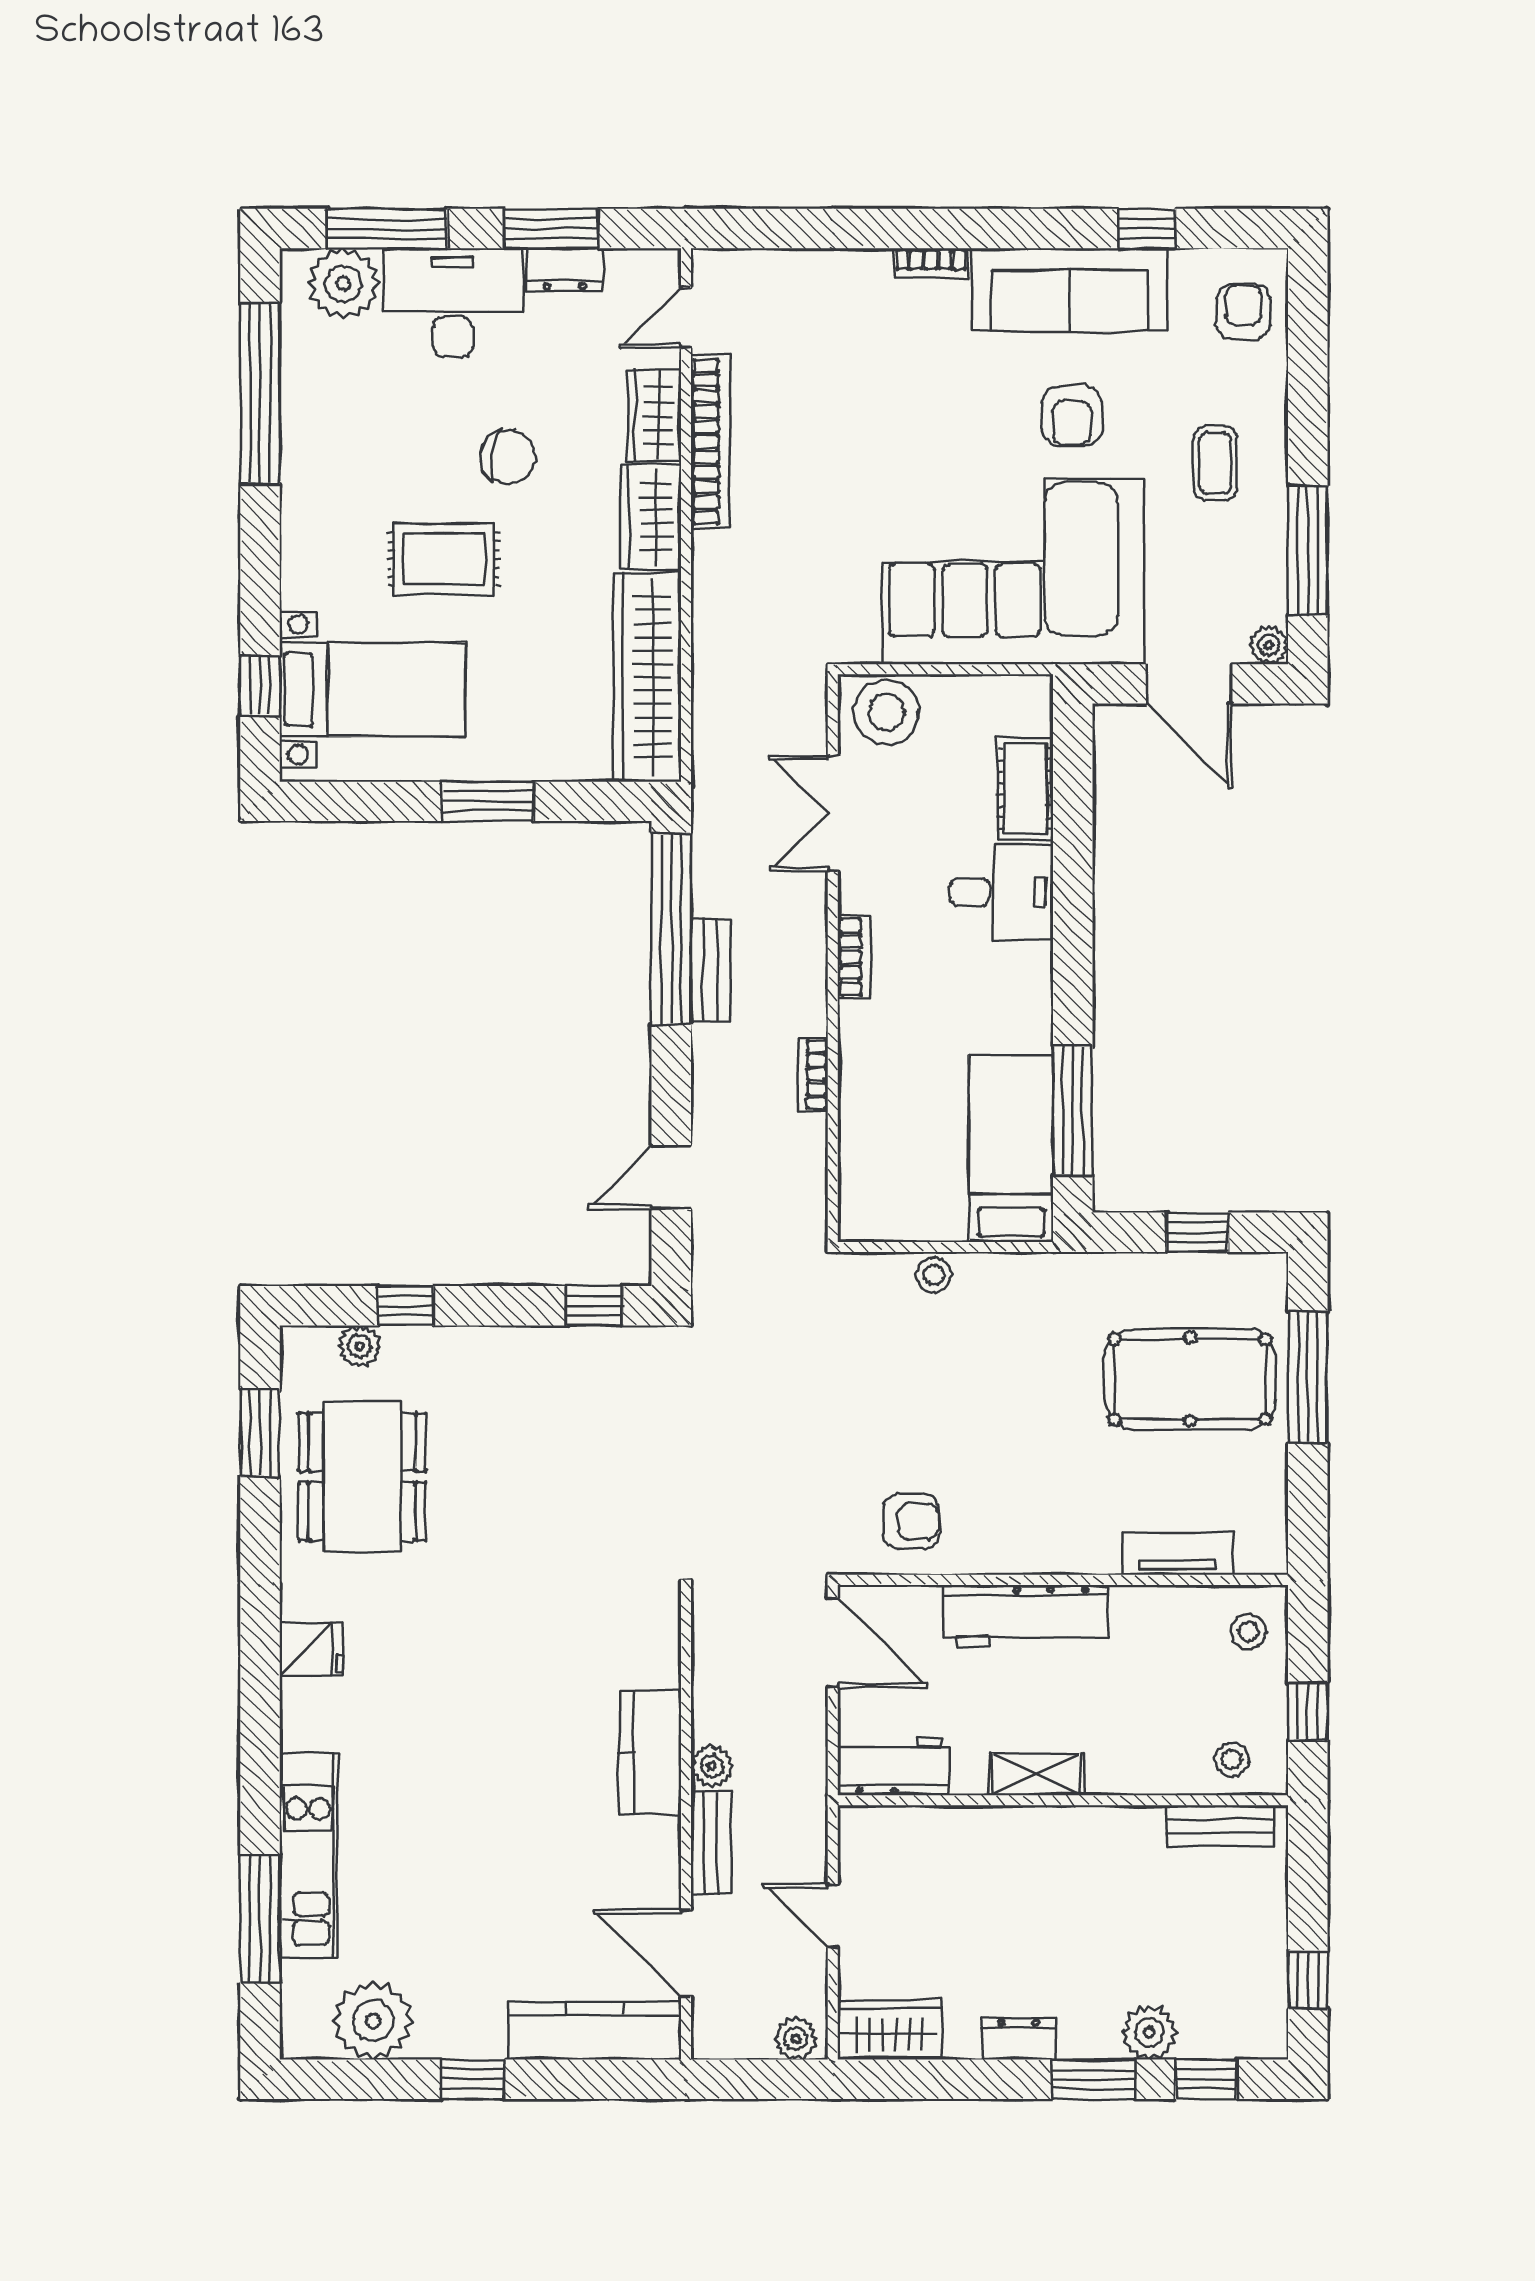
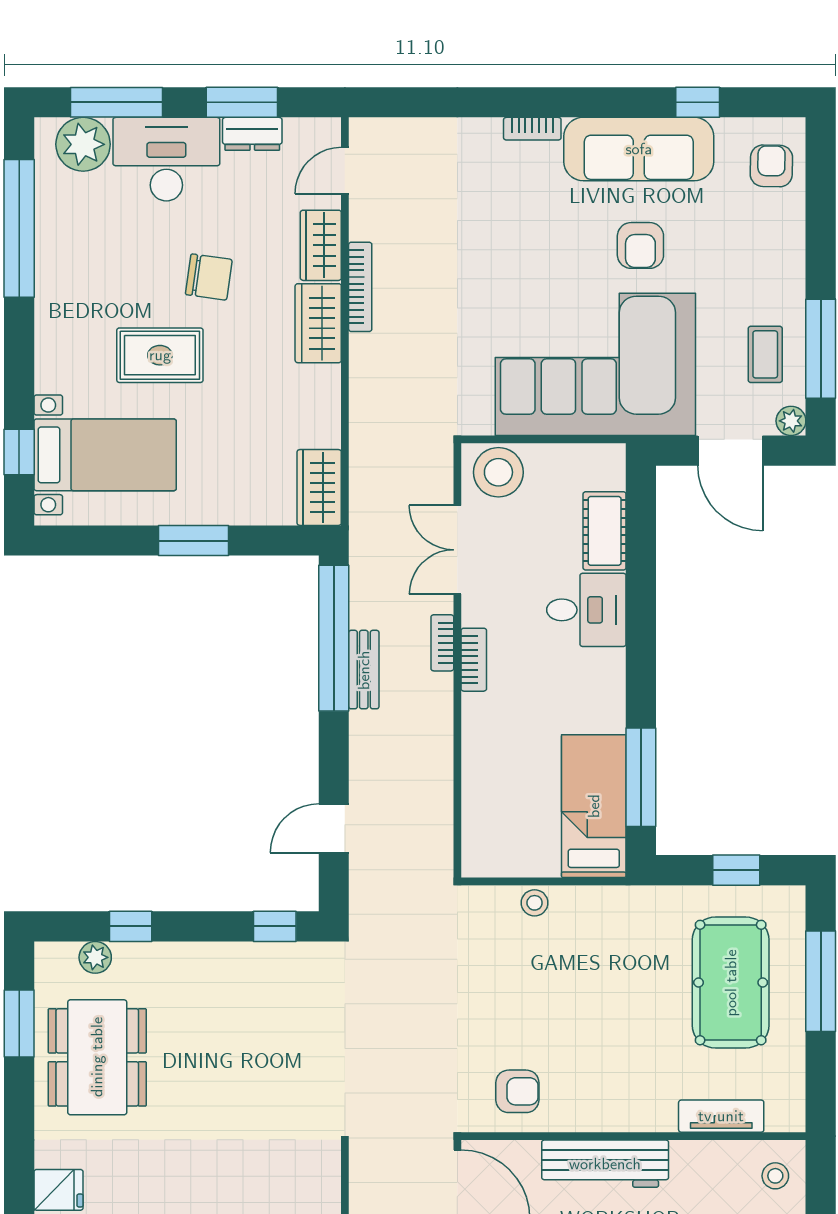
bookcase: (711, 442) -> (360, 287), width x0.68, depth x0.76
coffee table: (1215, 463) -> (765, 354), moved
wardrobe: (647, 677) -> (319, 488), width x0.48, depth x0.85
bookcase: (813, 1074) -> (442, 643), moved
pool table: (1190, 1379) -> (731, 983), turned 90

